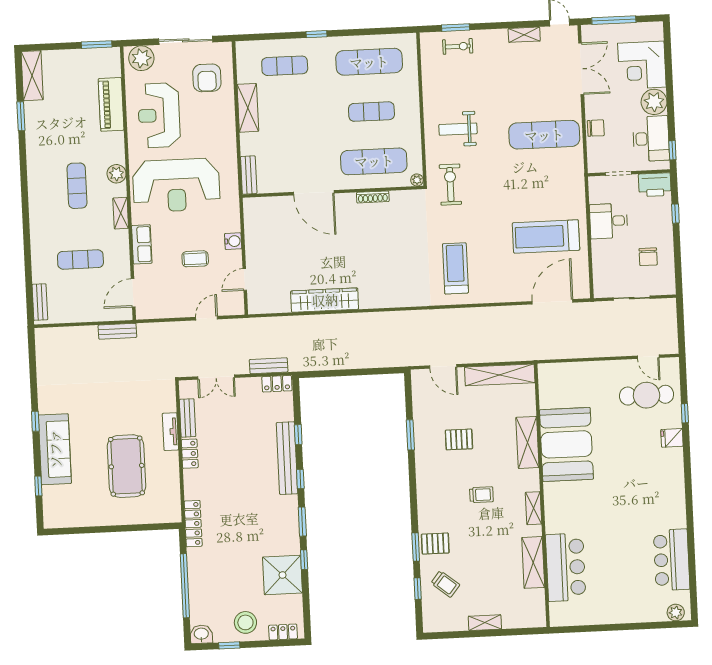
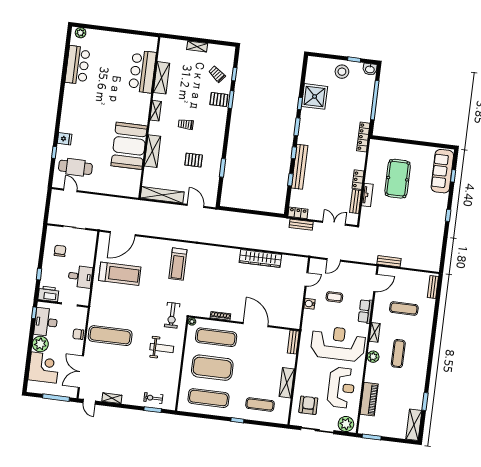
exercise mat: (371, 112) -> (212, 368), width x2.00, depth x1.45
sofa: (55, 449) -> (442, 171), moved
locker: (283, 632) -> (320, 62), removed

